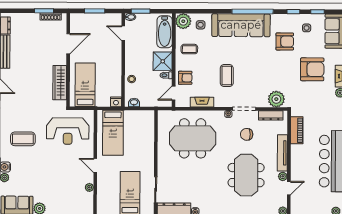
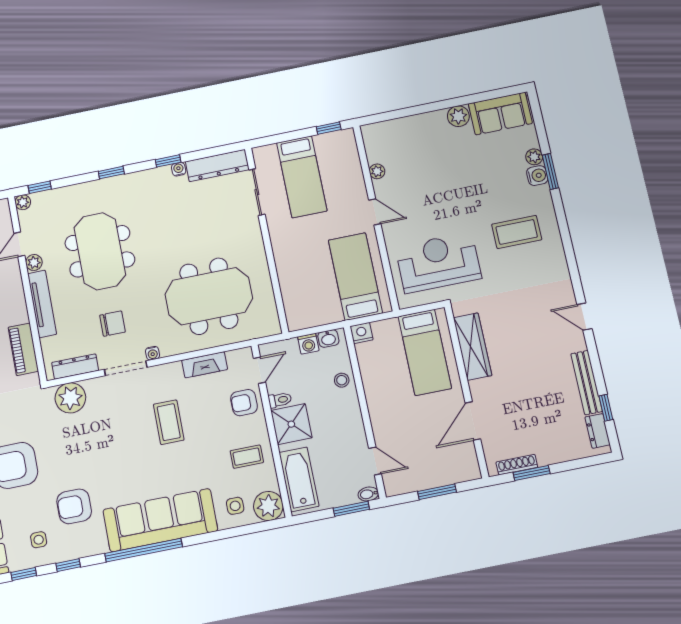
washing machine: (145, 102) -> (308, 344), added

